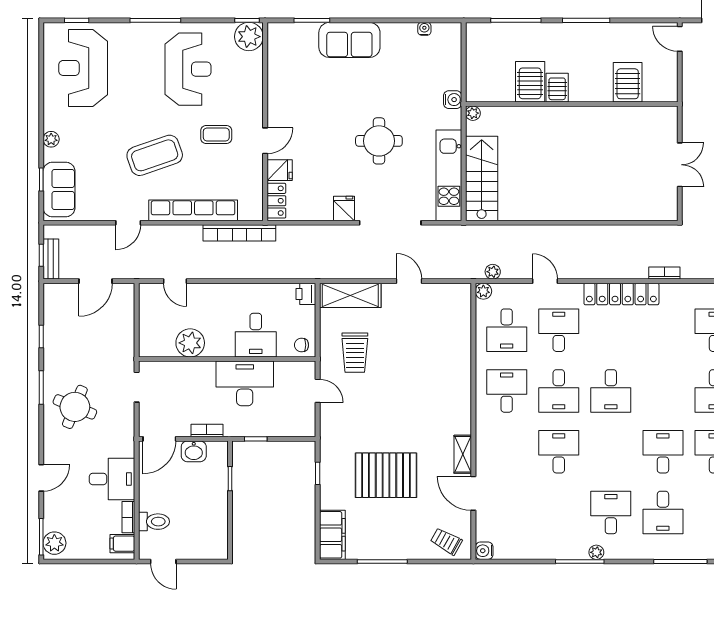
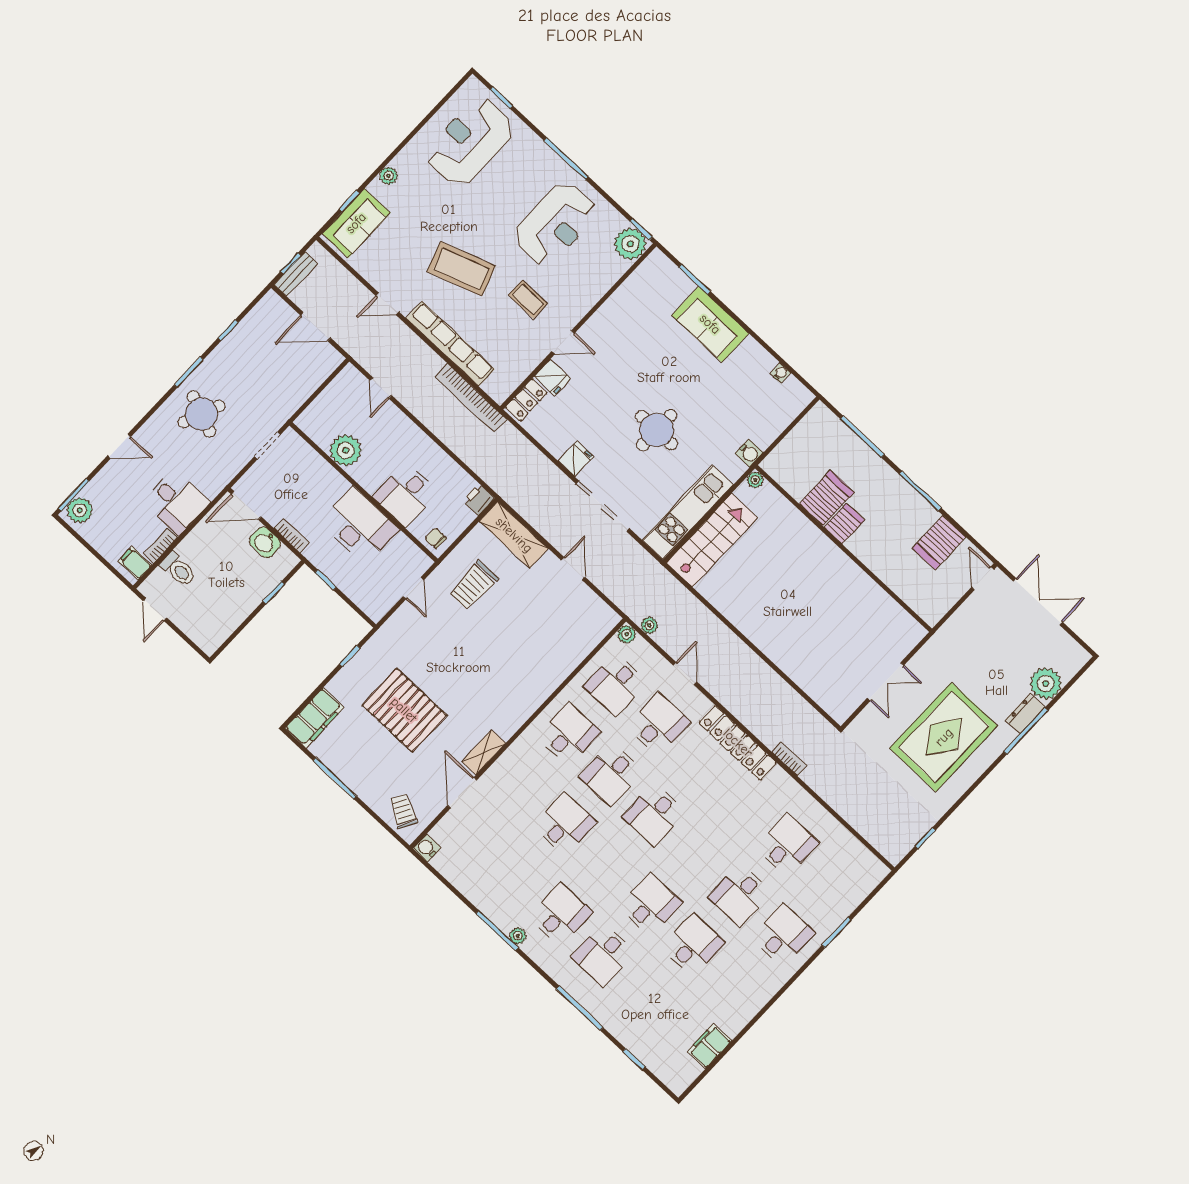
server rack: (628, 82) -> (939, 542), moved, turned 180

